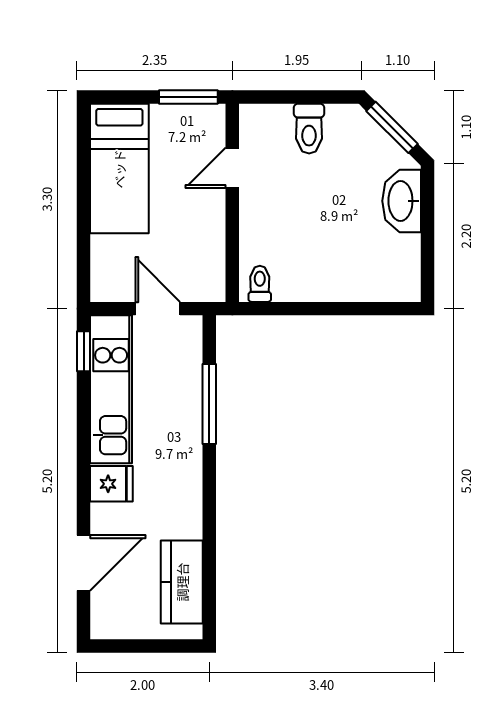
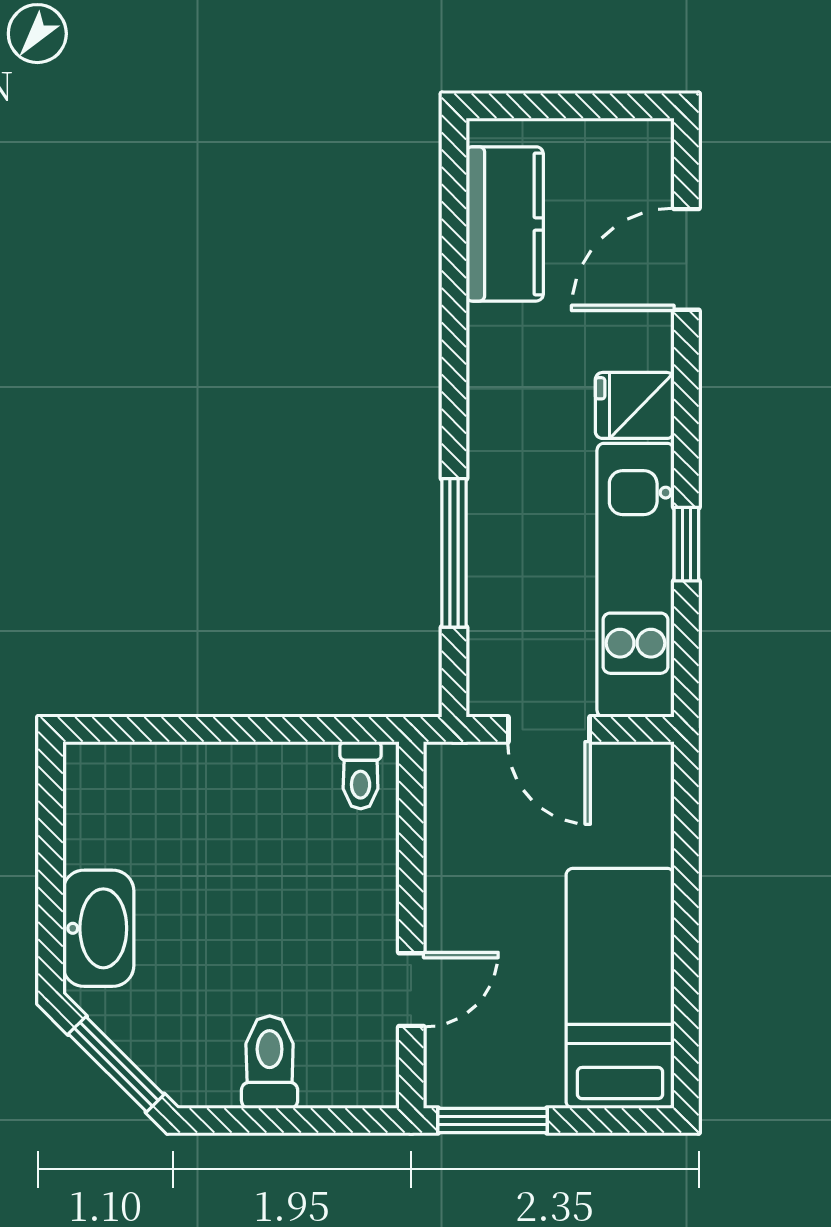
window: (84, 351) -> (686, 544), moved

